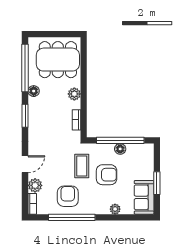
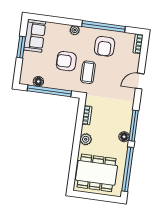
floor lamp: (34, 91) -> (124, 137), moved
window: (25, 116) -> (134, 126), width x1.44
floor lamp: (120, 149) -> (38, 81), moved
plant: (35, 185) -> (133, 60), removed
plant: (115, 209) -> (75, 30), moved

